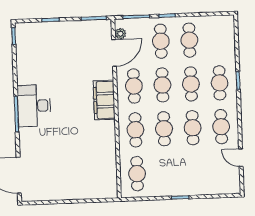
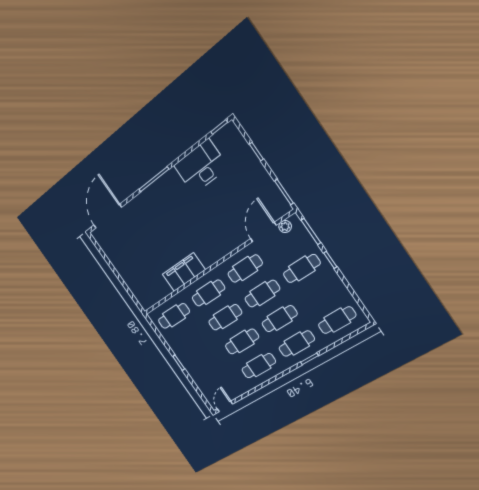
cafe table: (189, 40) -> (337, 320), moved
door: (114, 53) -> (263, 232), swing flipped
filing cabinet: (104, 100) -> (184, 272), moved
desk: (34, 106) -> (201, 166), moved
door: (241, 158) -> (225, 406), moved

